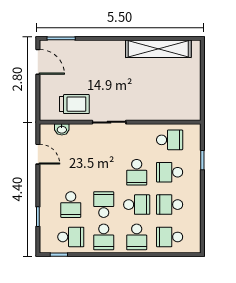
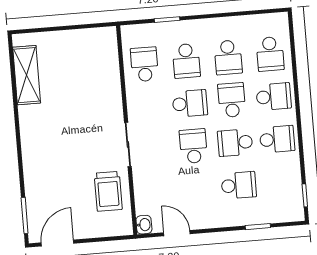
shelving: (158, 49) -> (27, 75), width x0.68
trolley: (74, 104) -> (108, 191), turned 180
washbasin: (62, 129) -> (144, 225), moved
door: (38, 154) -> (177, 233), hinge flipped
school desk: (71, 237) -> (193, 146), moved

